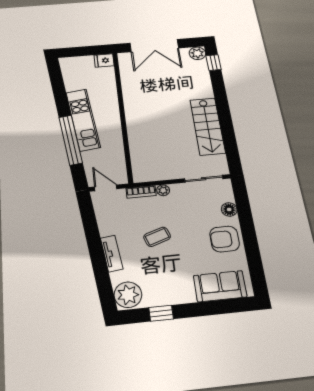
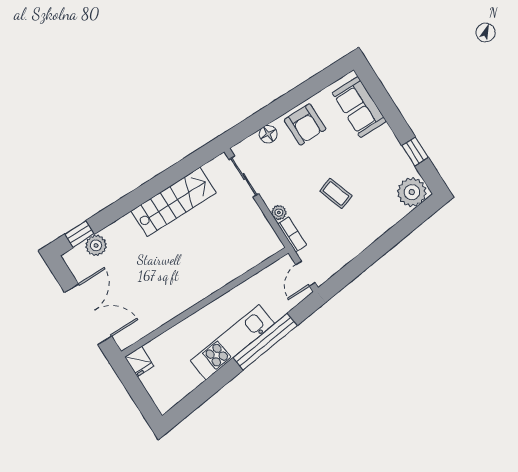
plant: (197, 53) -> (96, 245), moved
tv unit: (112, 253) -> (376, 230), removed

